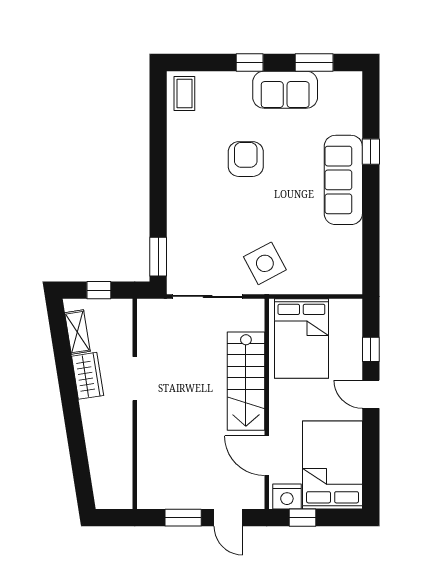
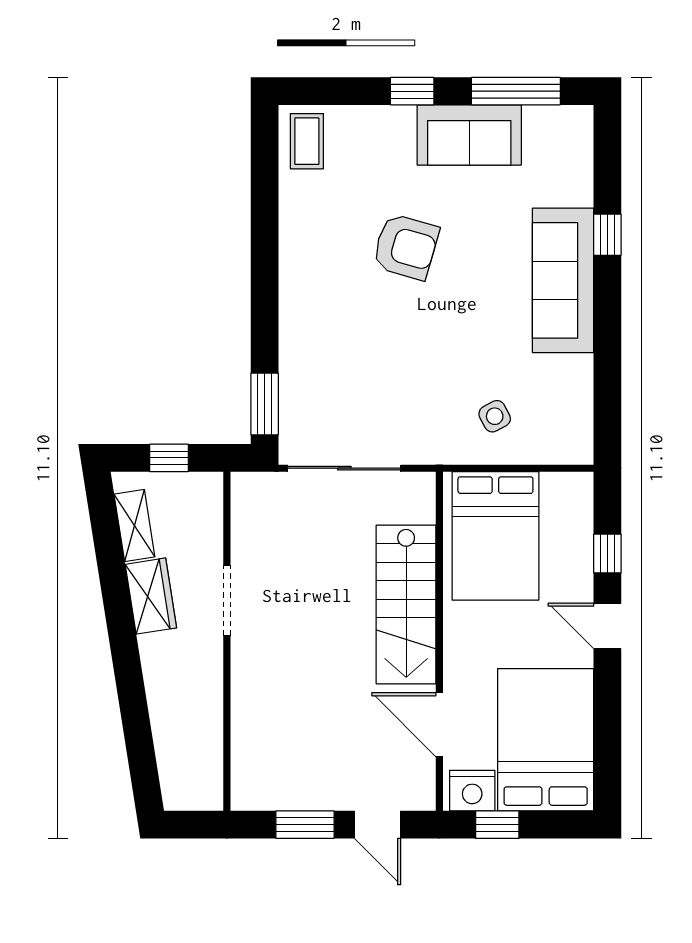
window: (314, 62) -> (516, 91), width x1.44
armchair: (246, 159) -> (406, 247), turned 106
side table: (265, 263) -> (495, 416), moved, width x0.54, depth x0.54

